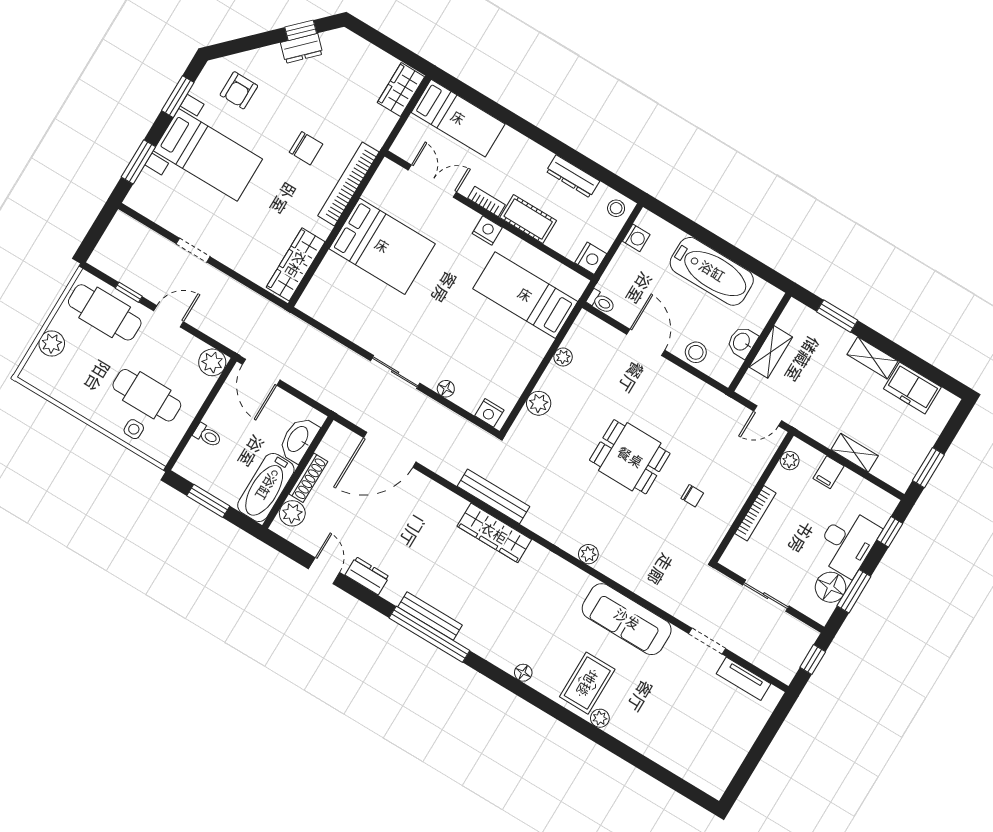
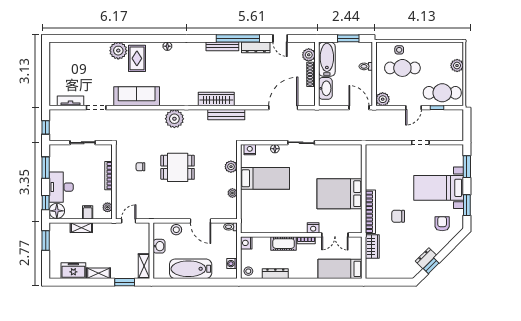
wardrobe: (401, 90) -> (372, 246), moved
nightstand: (487, 231) -> (313, 228), moved
wardrobe: (296, 264) -> (372, 163), removed
bed: (525, 295) -> (265, 178), moved
shelving: (771, 352) -> (144, 266), moved
plant: (588, 554) -> (174, 119), width x1.88, depth x1.88
dresser: (367, 576) -> (256, 47), width x1.44
floor lamp: (831, 587) -> (57, 211), moved
window: (429, 634) -> (238, 38), moved
plant: (600, 718) -> (118, 51), width x1.88, depth x1.88

